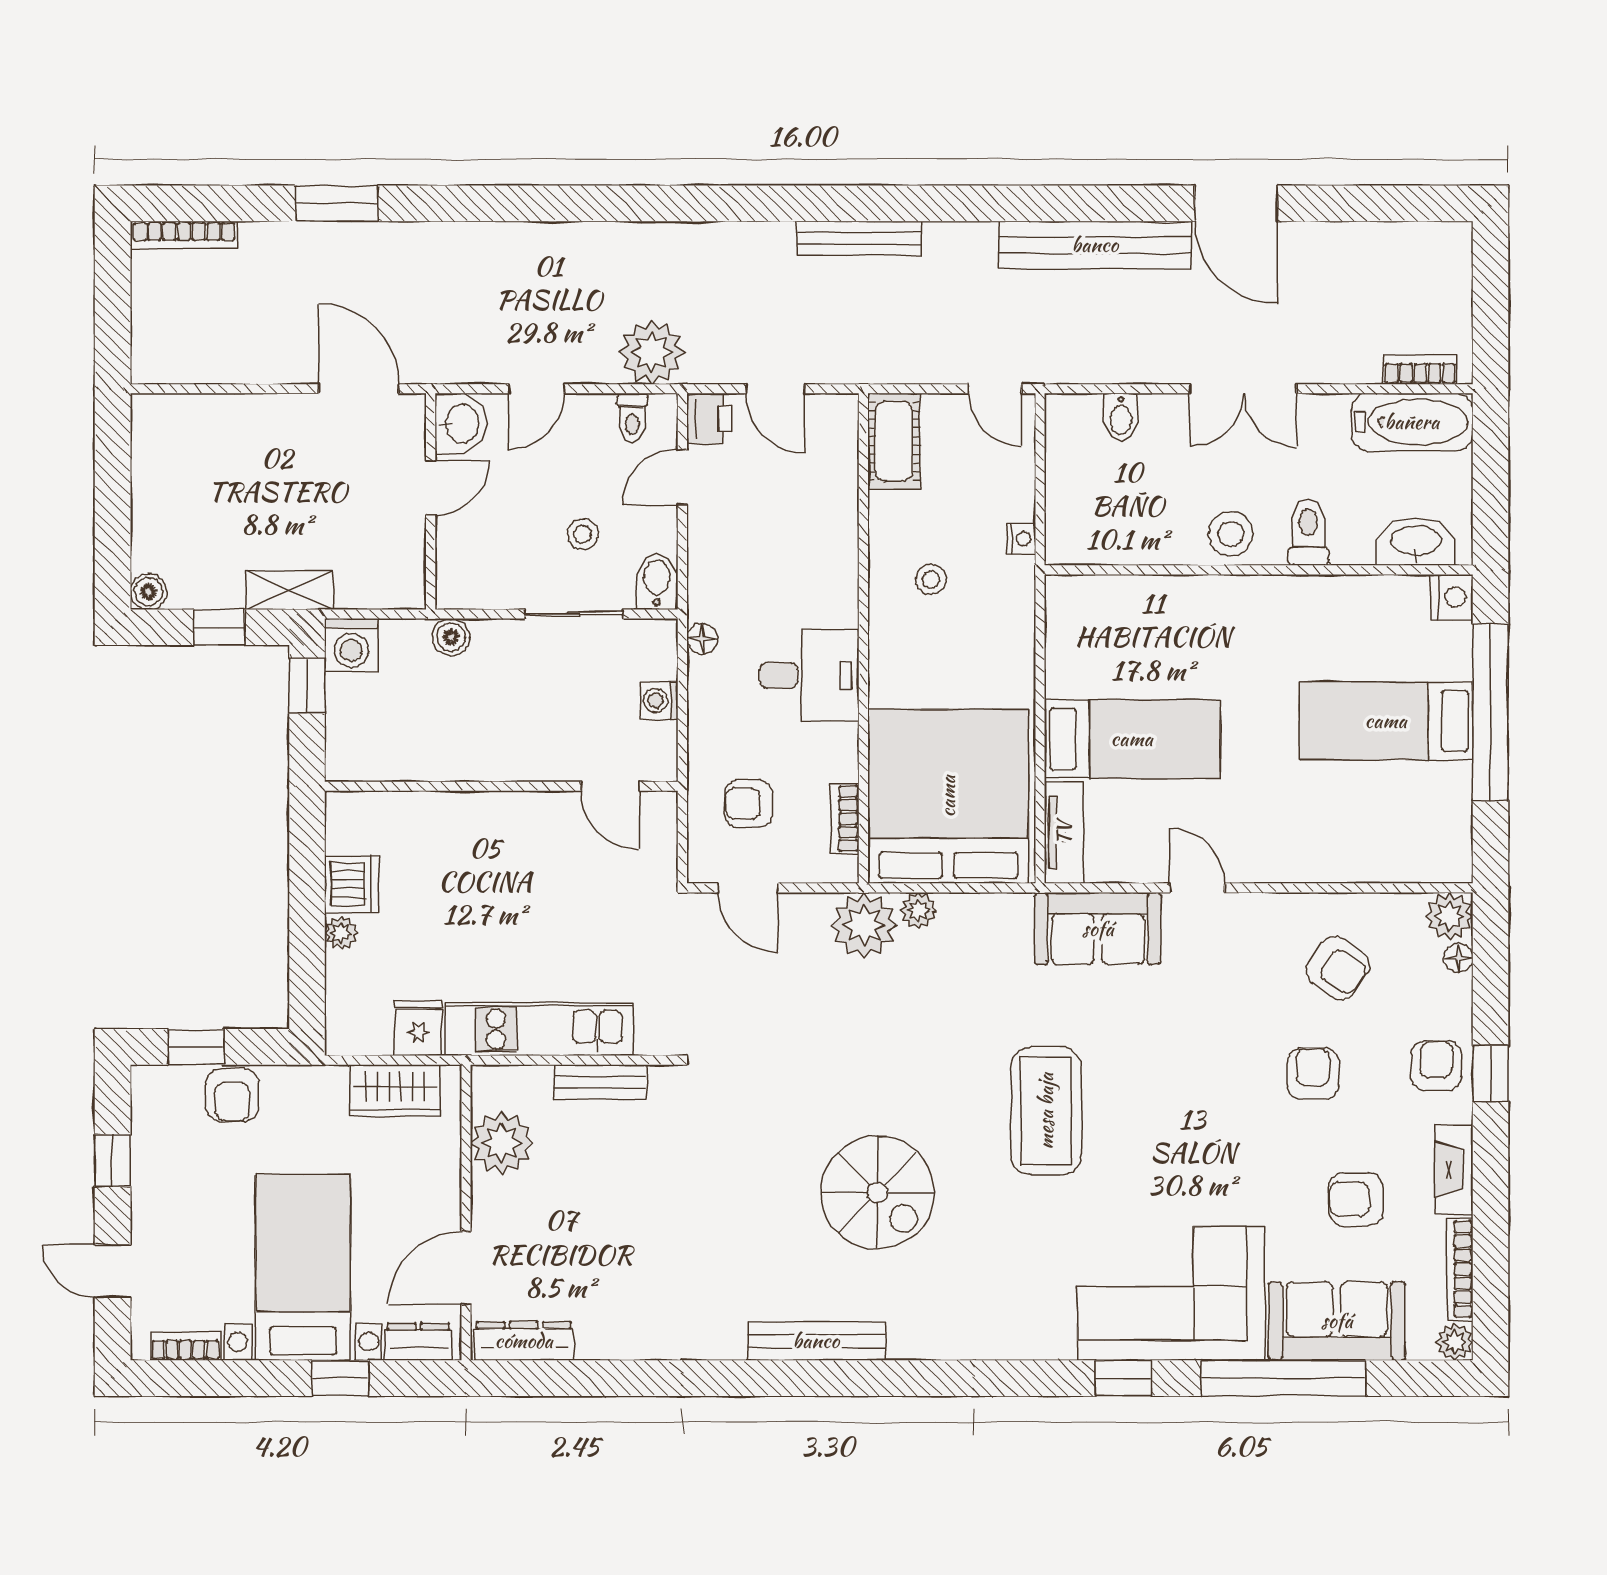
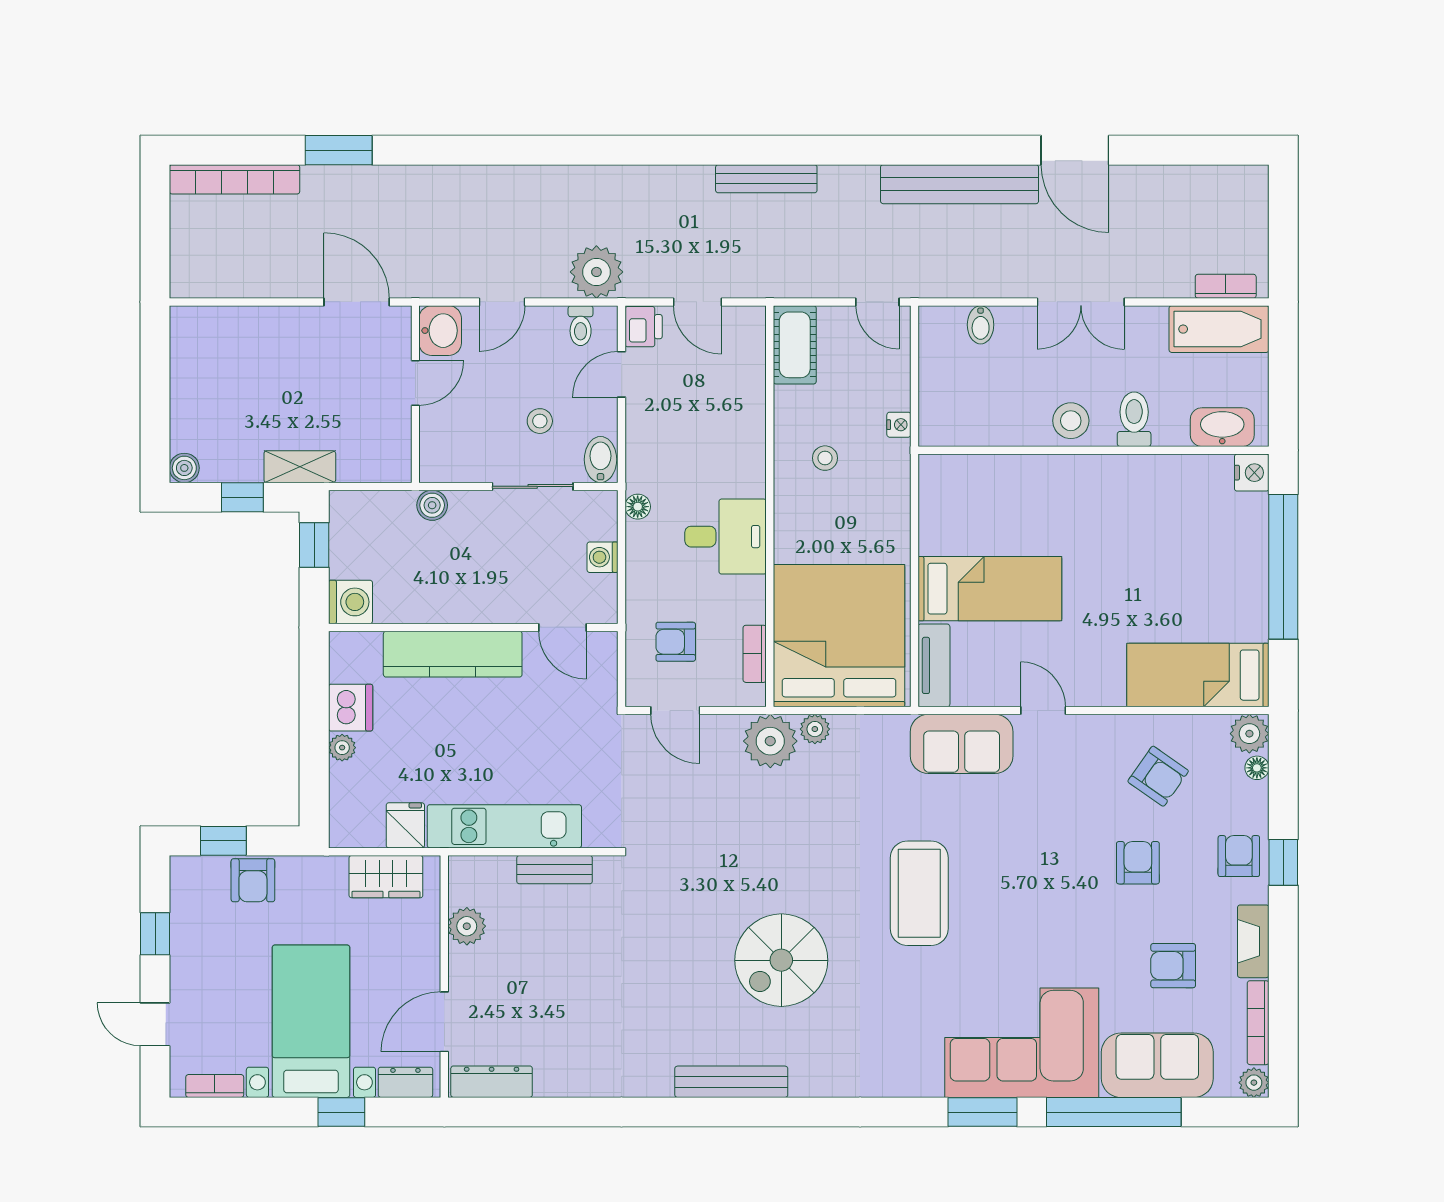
bookcase: (184, 235) -> (235, 179), width x1.48, depth x1.31
washing machine: (351, 645) -> (350, 602), moved, turned -90
bed: (1386, 721) -> (1198, 675), moved
kitchen counter: (476, 819) -> (453, 654), added
plant: (502, 1143) -> (467, 926), width x0.73, depth x0.73
spiral stairs: (877, 1193) -> (781, 960), turned 90
window: (1123, 1378) -> (983, 1112), width x1.50

